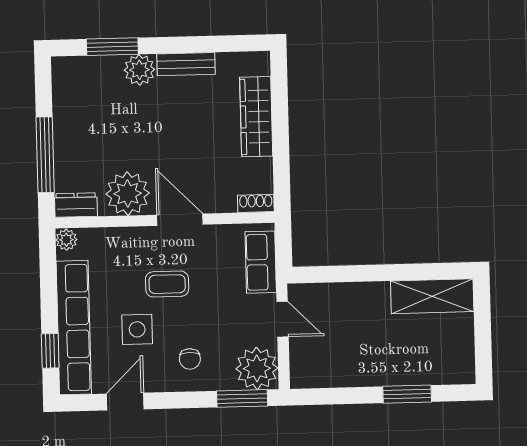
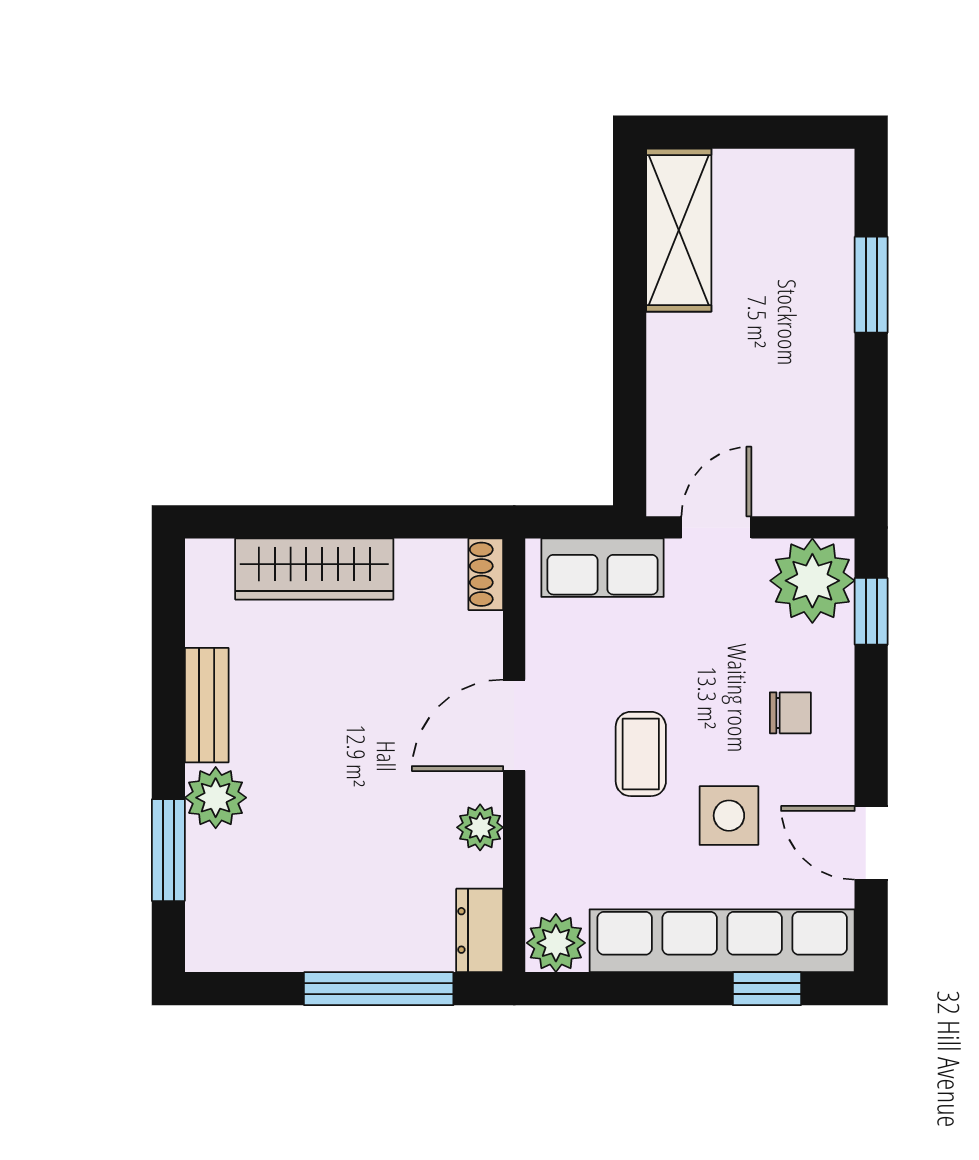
plant: (128, 194) -> (480, 827), width x0.53, depth x0.53
plant: (66, 240) -> (556, 943), width x1.38, depth x1.38
window: (242, 398) -> (871, 611), width x0.67

